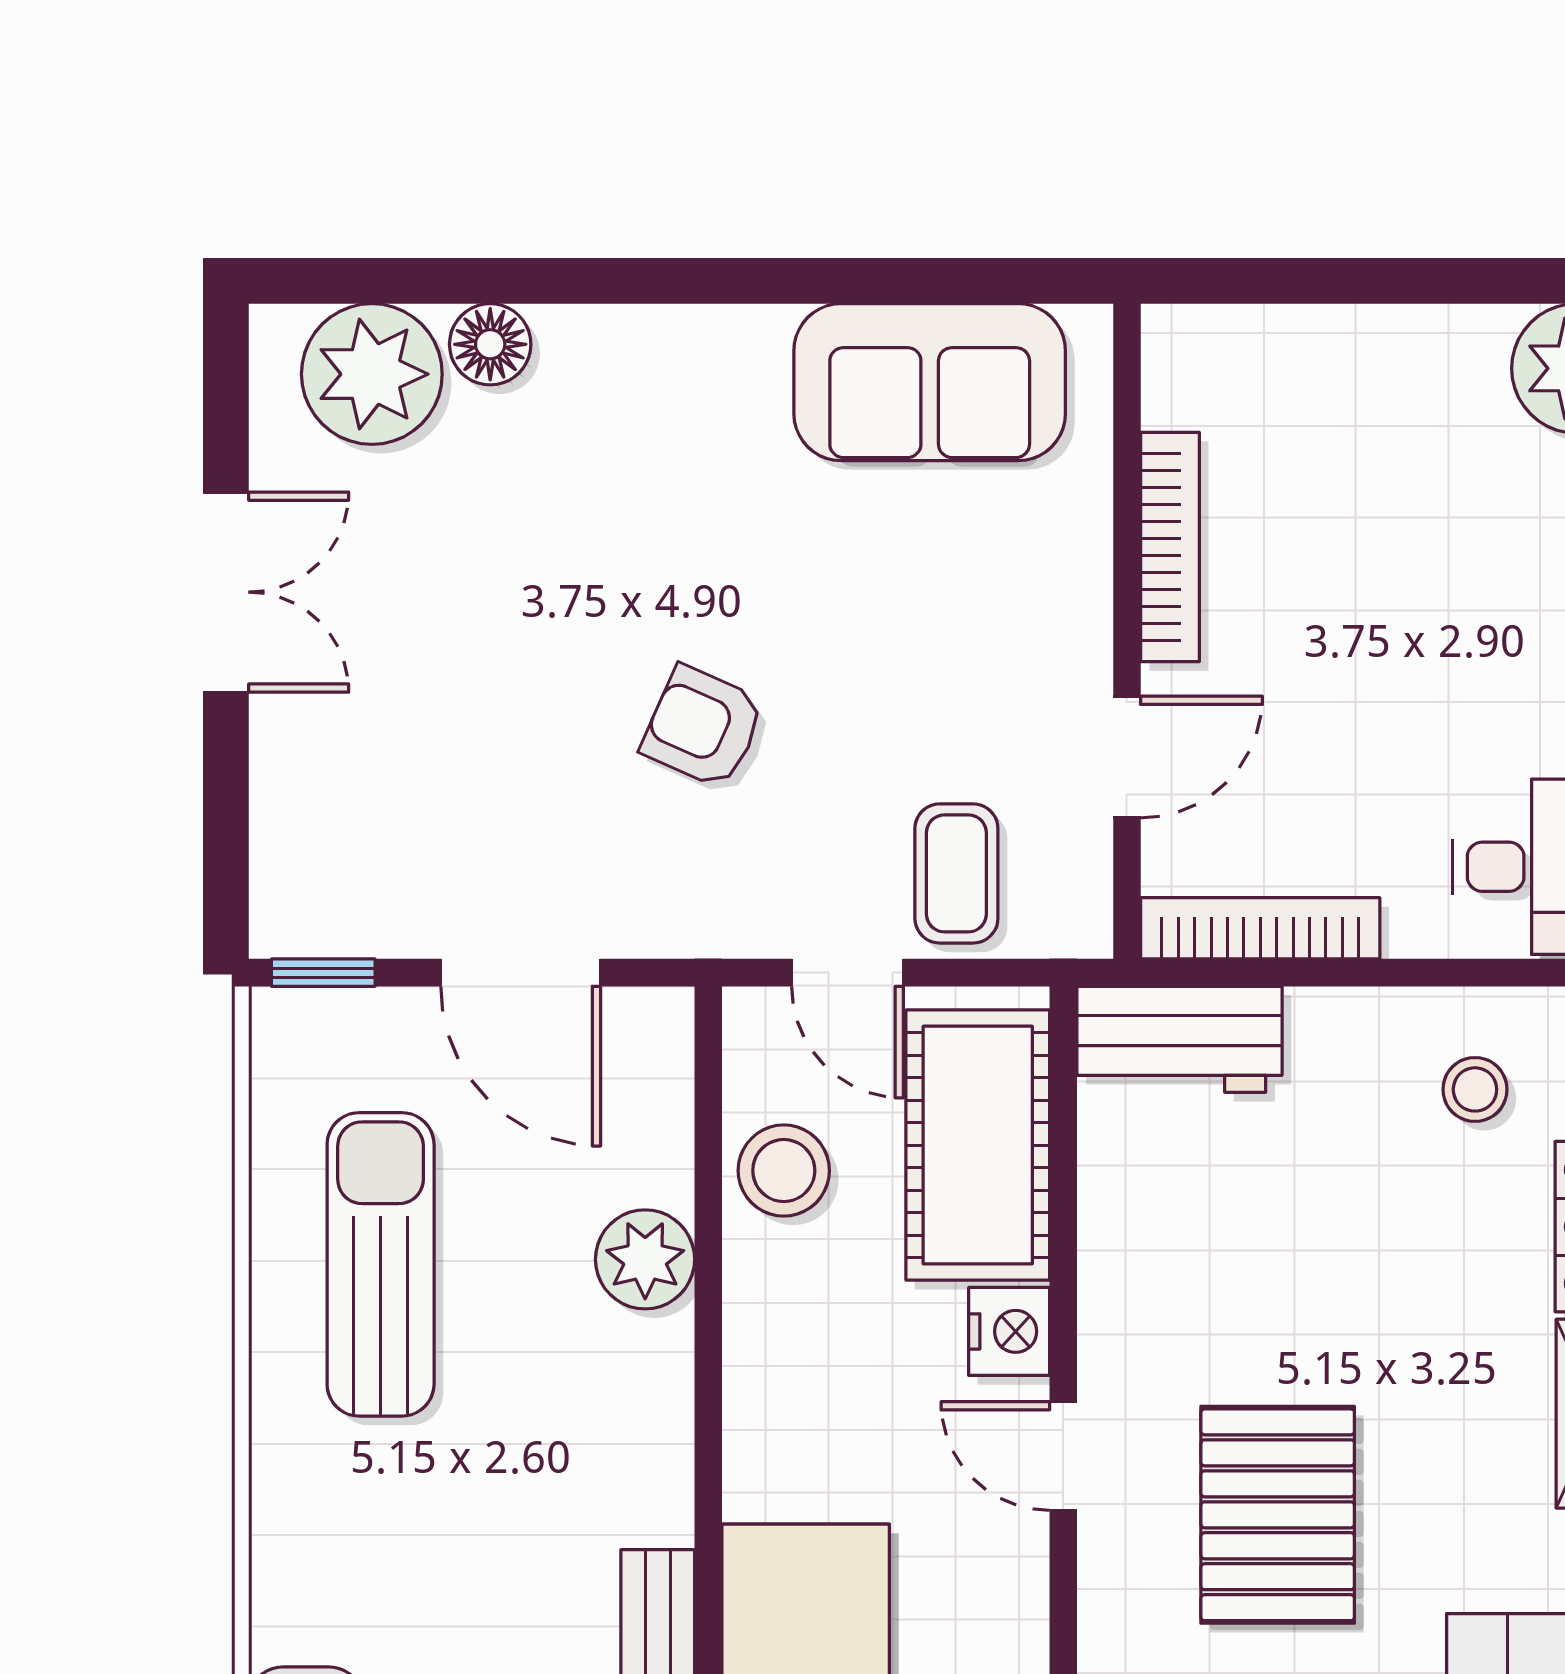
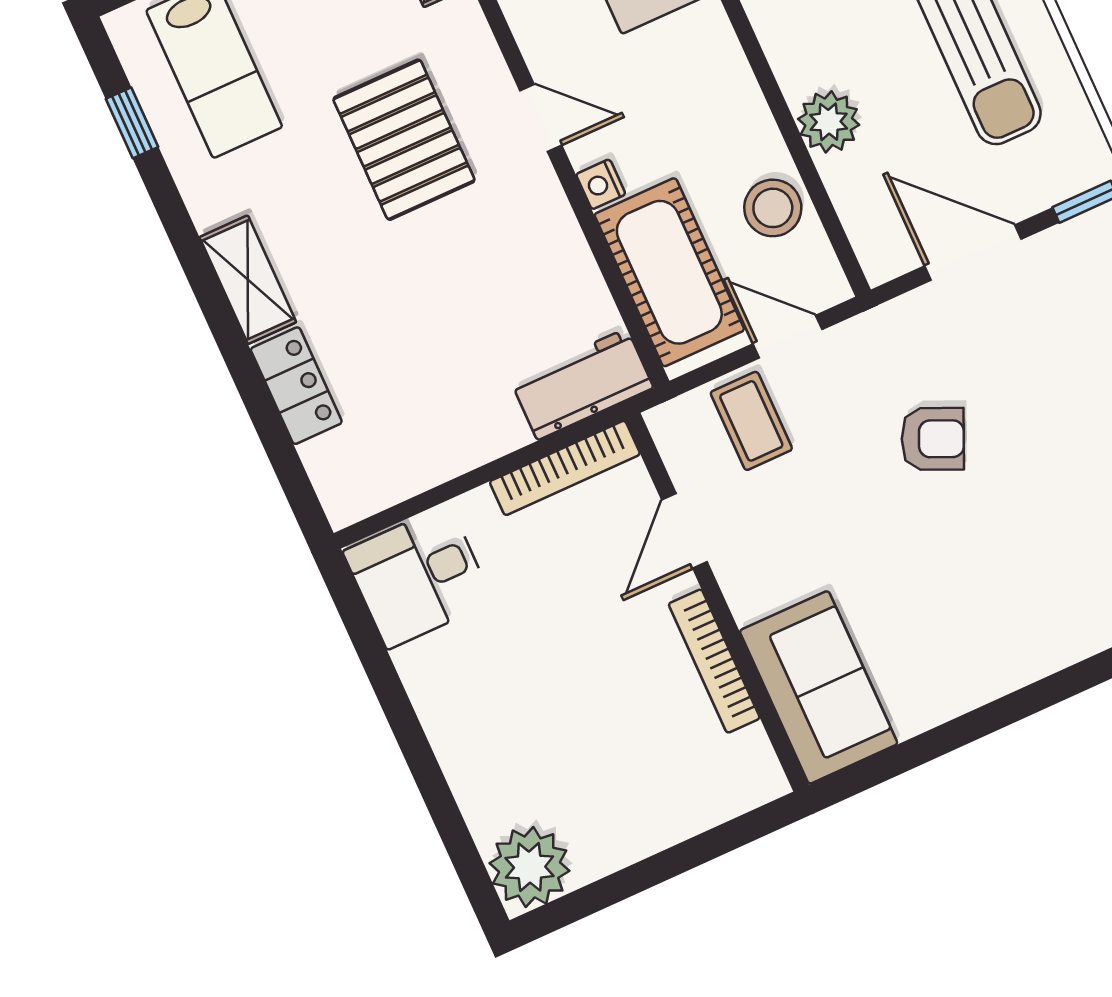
sofa: (930, 382) -> (819, 687), moved, turned 90
stool: (1475, 1089) -> (401, 432), removed
nightstand: (1009, 1331) -> (601, 184), width x0.72, depth x0.74

